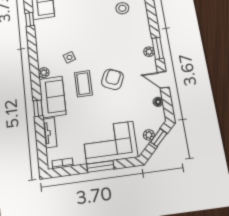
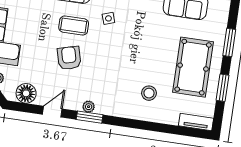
armchair: (112, 79) -> (69, 58), turned -129
floor lamp: (158, 102) -> (26, 93), width x1.89, depth x1.89

